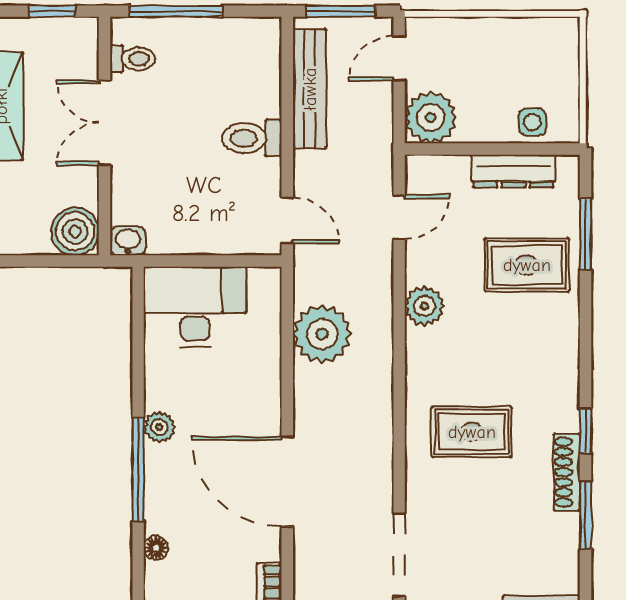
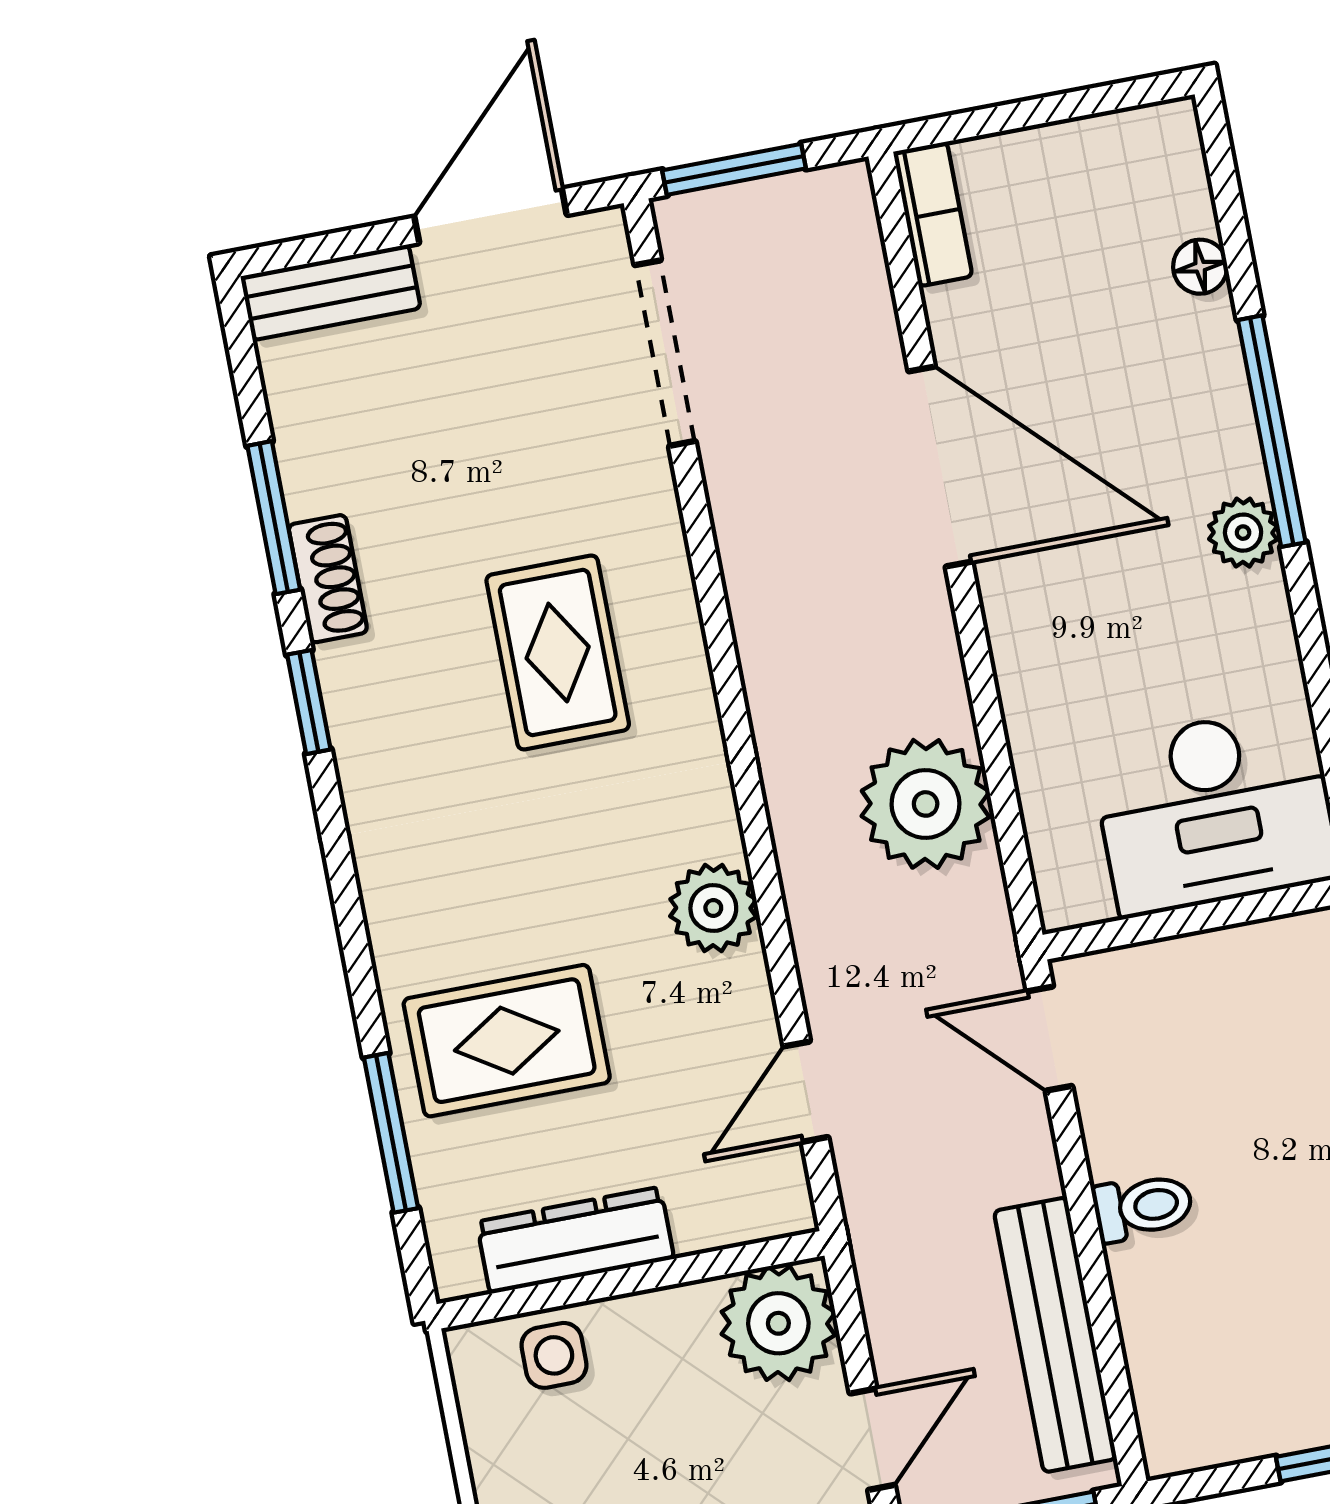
toilet: (252, 138) -> (1143, 1207), width x0.73, depth x0.72
rug: (472, 432) -> (558, 653), turned 90
shoe rack: (567, 472) -> (328, 579), width x0.70

